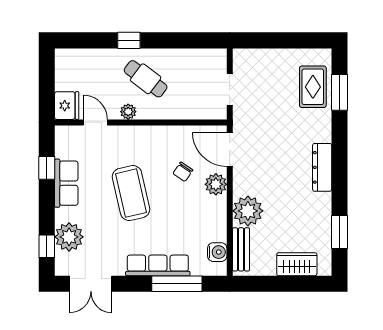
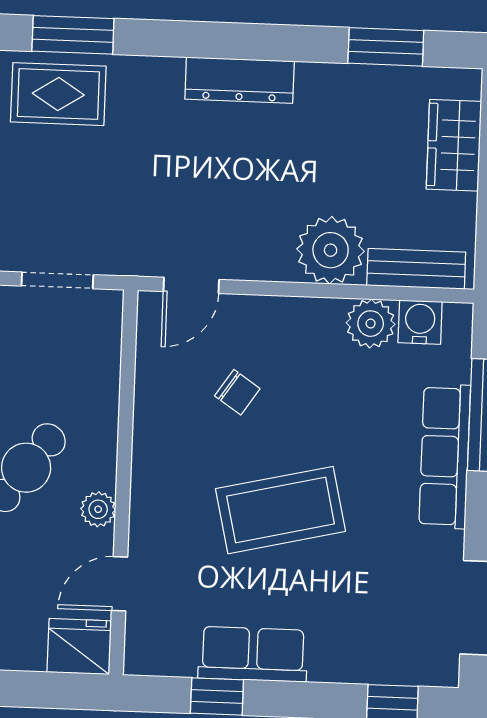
door: (230, 149) -> (191, 285), width x0.73
plant: (216, 184) -> (371, 324), moved
plant: (69, 237) -> (373, 653), removed

